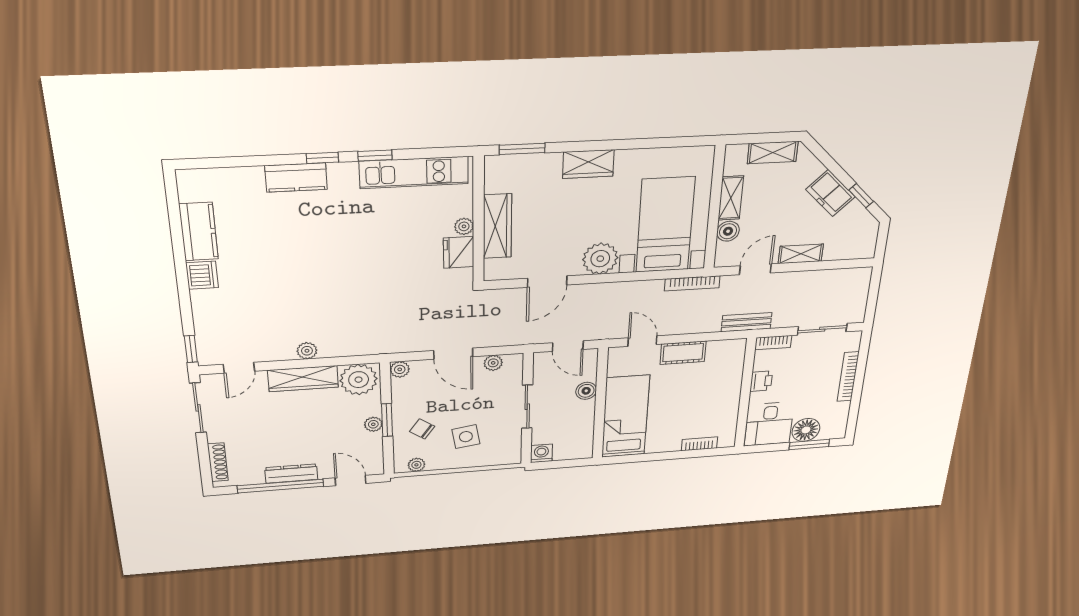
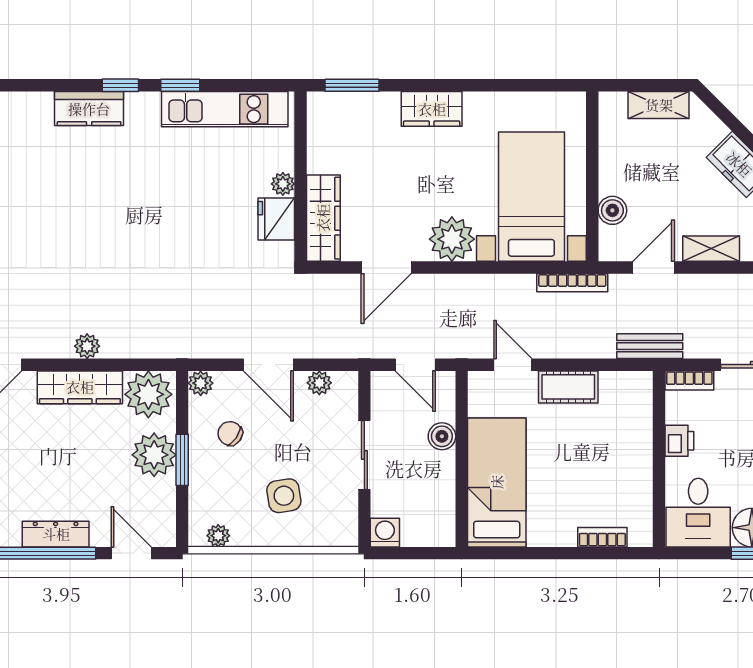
shelving: (731, 198) -> (612, 164), removed
wardrobe: (497, 226) -> (323, 218), moved
plant: (373, 424) -> (154, 455), width x1.87, depth x1.87
chair: (422, 429) -> (230, 433), moved

